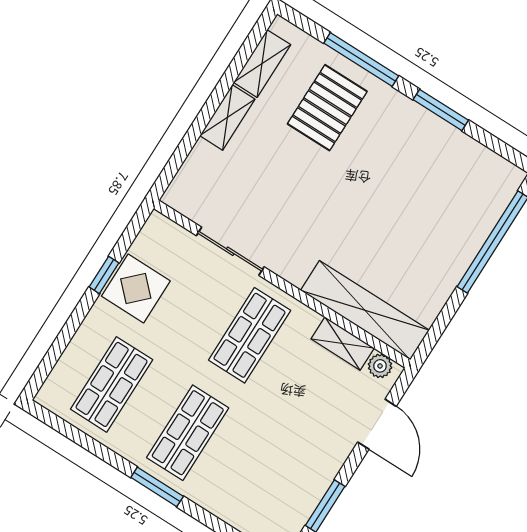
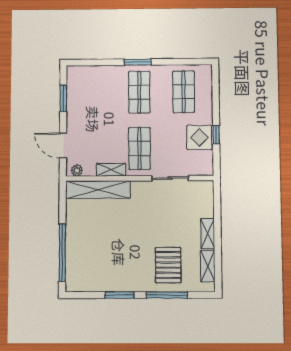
shelving: (343, 344) -> (111, 170), moved

